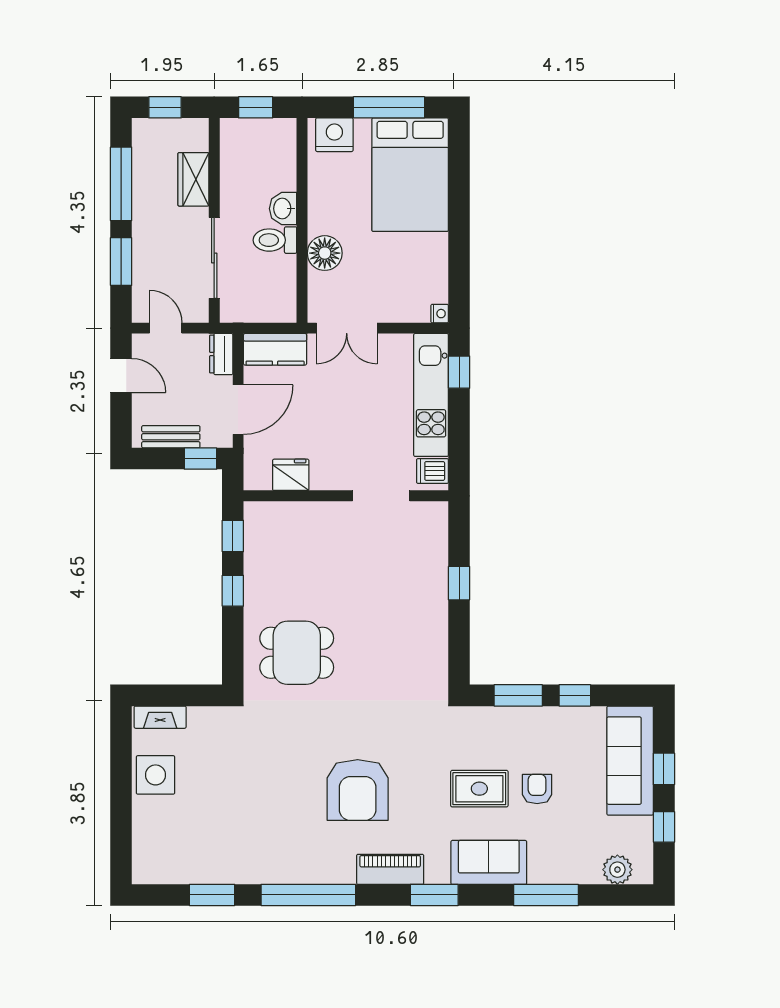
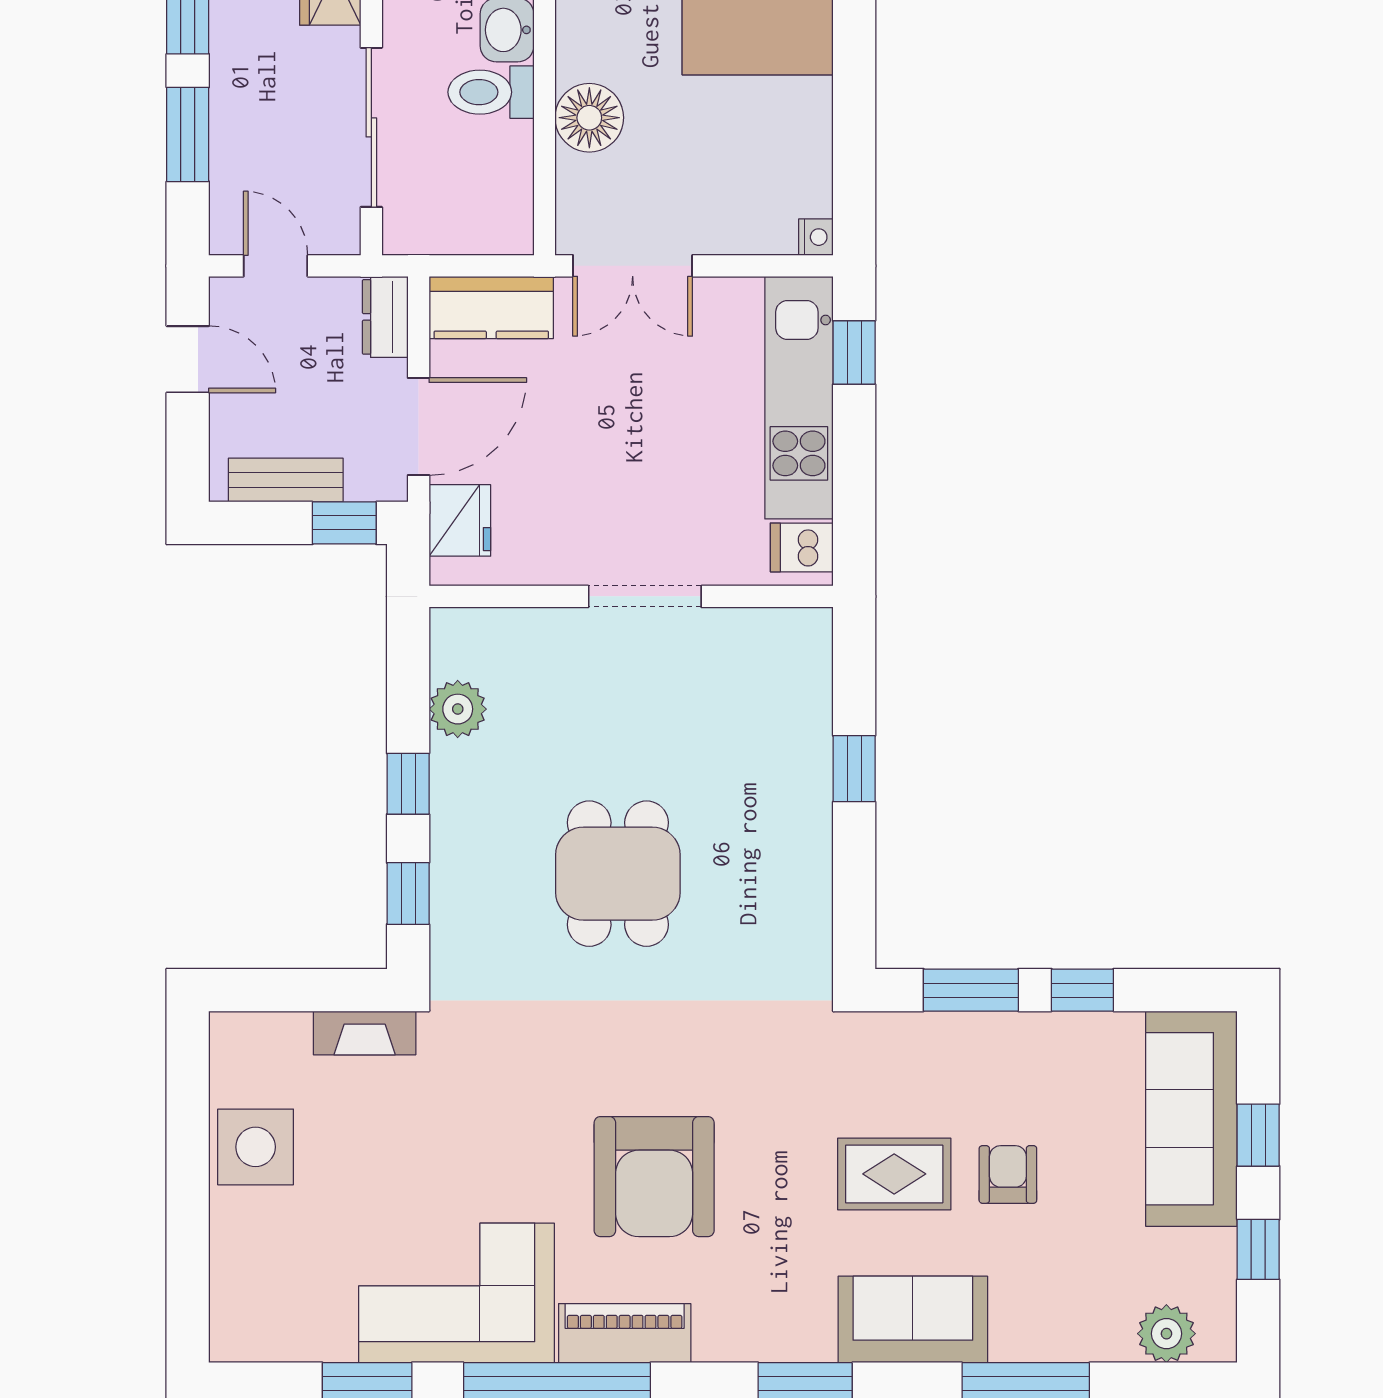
fridge: (291, 475) -> (460, 520), moved, turned 90
doorway: (381, 496) -> (645, 596), moved
window: (233, 536) -> (408, 894), moved
plant: (258, 553) -> (458, 709), added
dining table: (297, 653) -> (618, 874), moved, turned 90
fireplace: (160, 717) -> (365, 1033), moved
corner sofa: (257, 849) -> (457, 1293), added
piano: (390, 869) -> (625, 1333), moved

